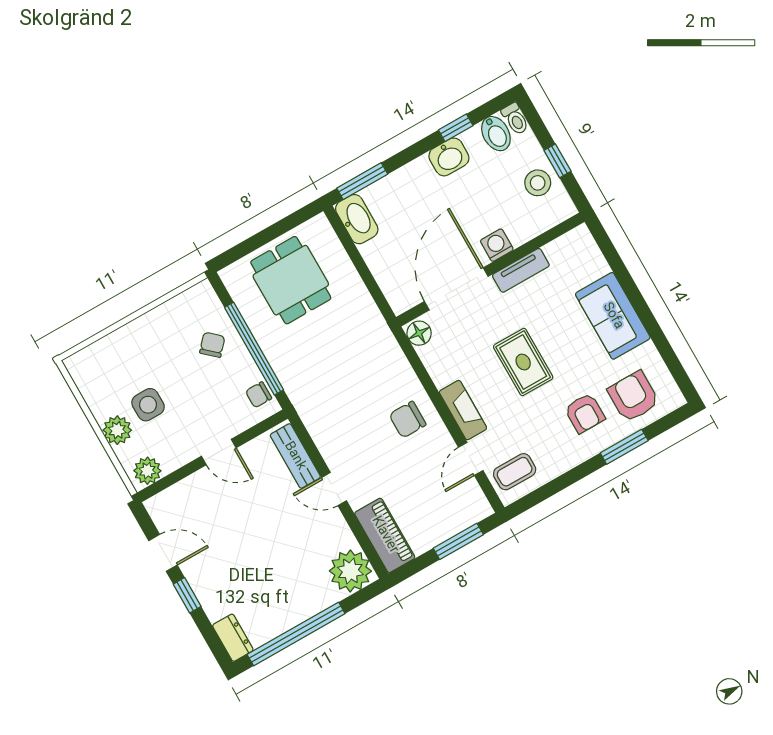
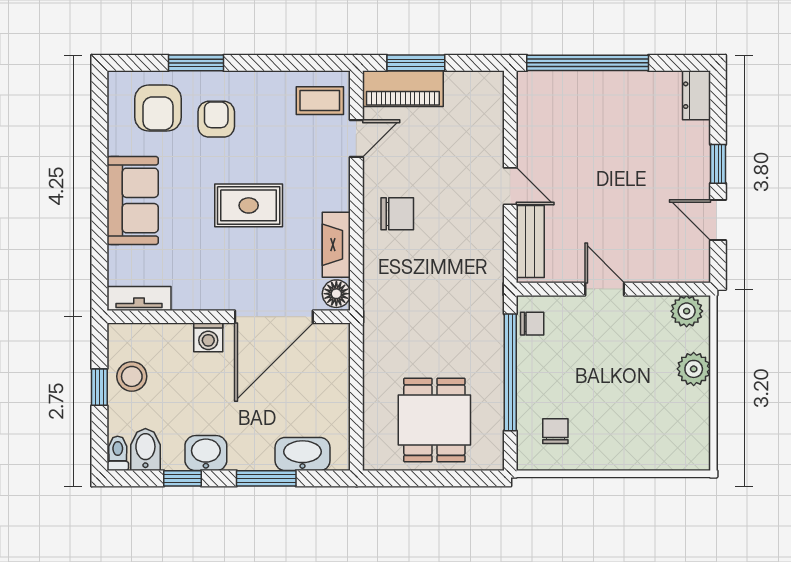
window: (362, 181) -> (266, 478), moved
washbasin: (357, 219) -> (303, 454), moved, turned 90
tv unit: (521, 270) -> (139, 298), moved
chair: (212, 345) -> (555, 431), moved, turned 138
rug: (523, 362) -> (249, 205), turned 90
side table: (148, 405) -> (648, 377), removed
fireplace: (463, 410) -> (336, 245), moved
piano: (385, 535) -> (403, 89), moved, turned -90
plant: (350, 571) -> (541, 95), removed
window: (296, 634) -> (588, 63), moved

